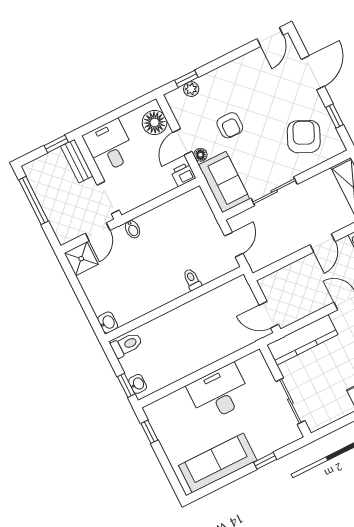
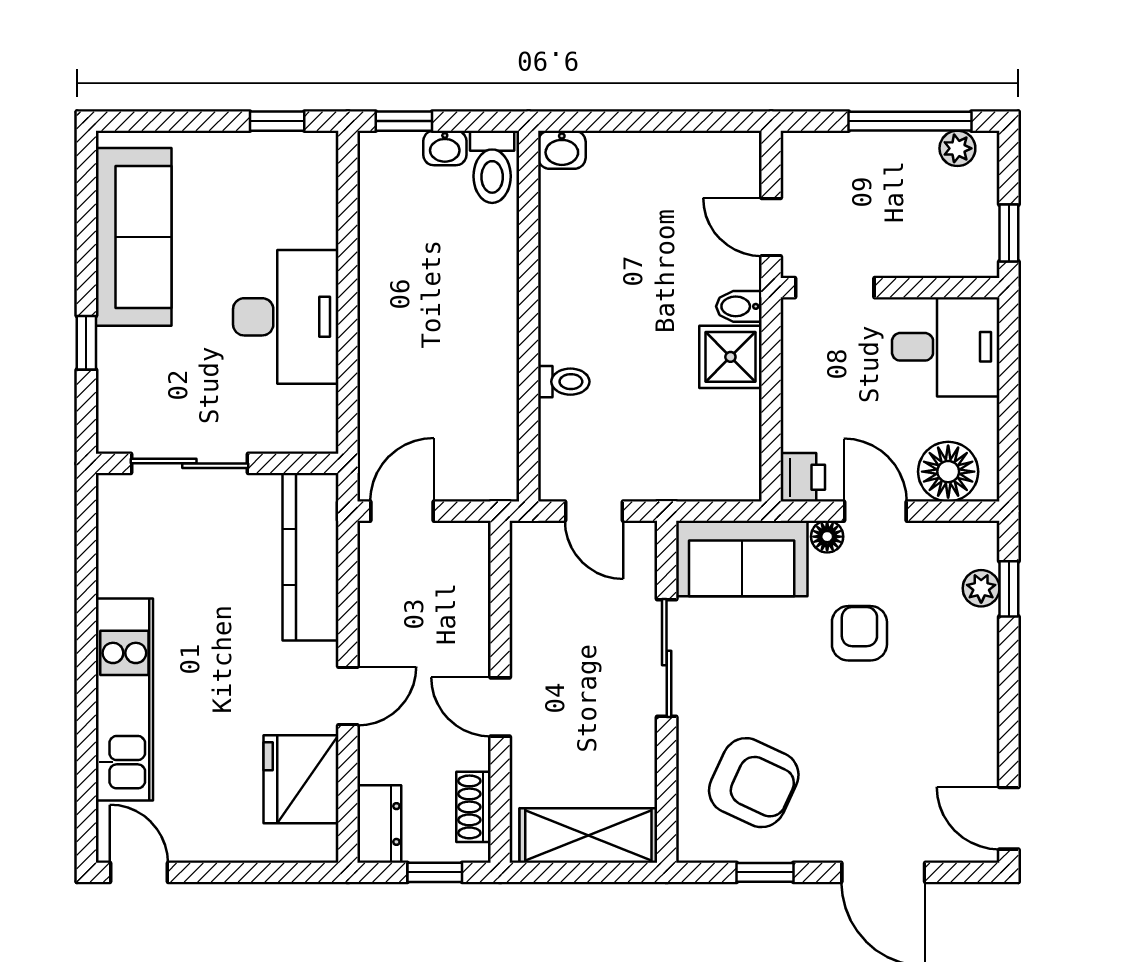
armchair: (230, 125) -> (859, 633), turned 90
bench: (77, 161) -> (949, 259), removed
plant: (35, 178) -> (957, 148), added
shower: (81, 259) -> (730, 357), moved
washbasin: (138, 384) -> (445, 148), moved

